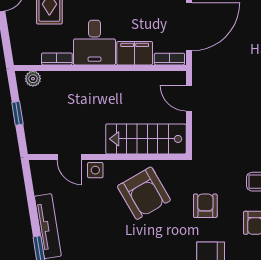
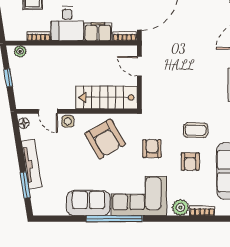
floor lamp: (38, 173) -> (24, 123), added

